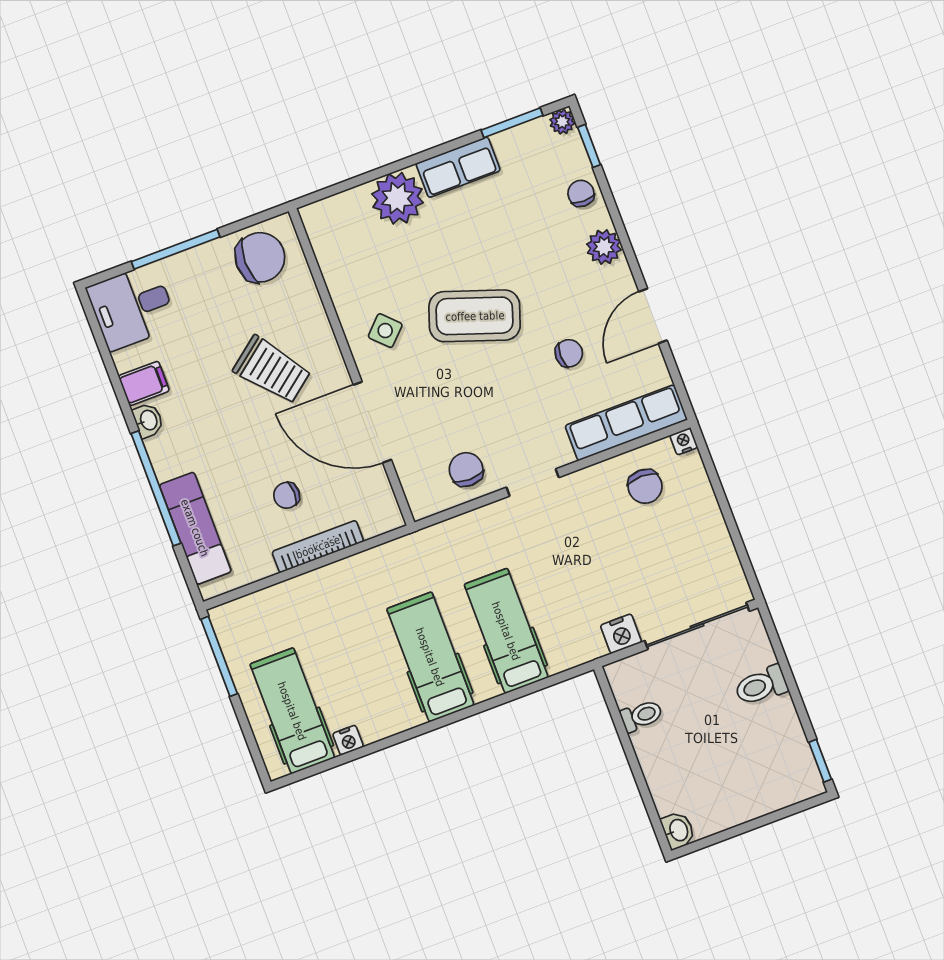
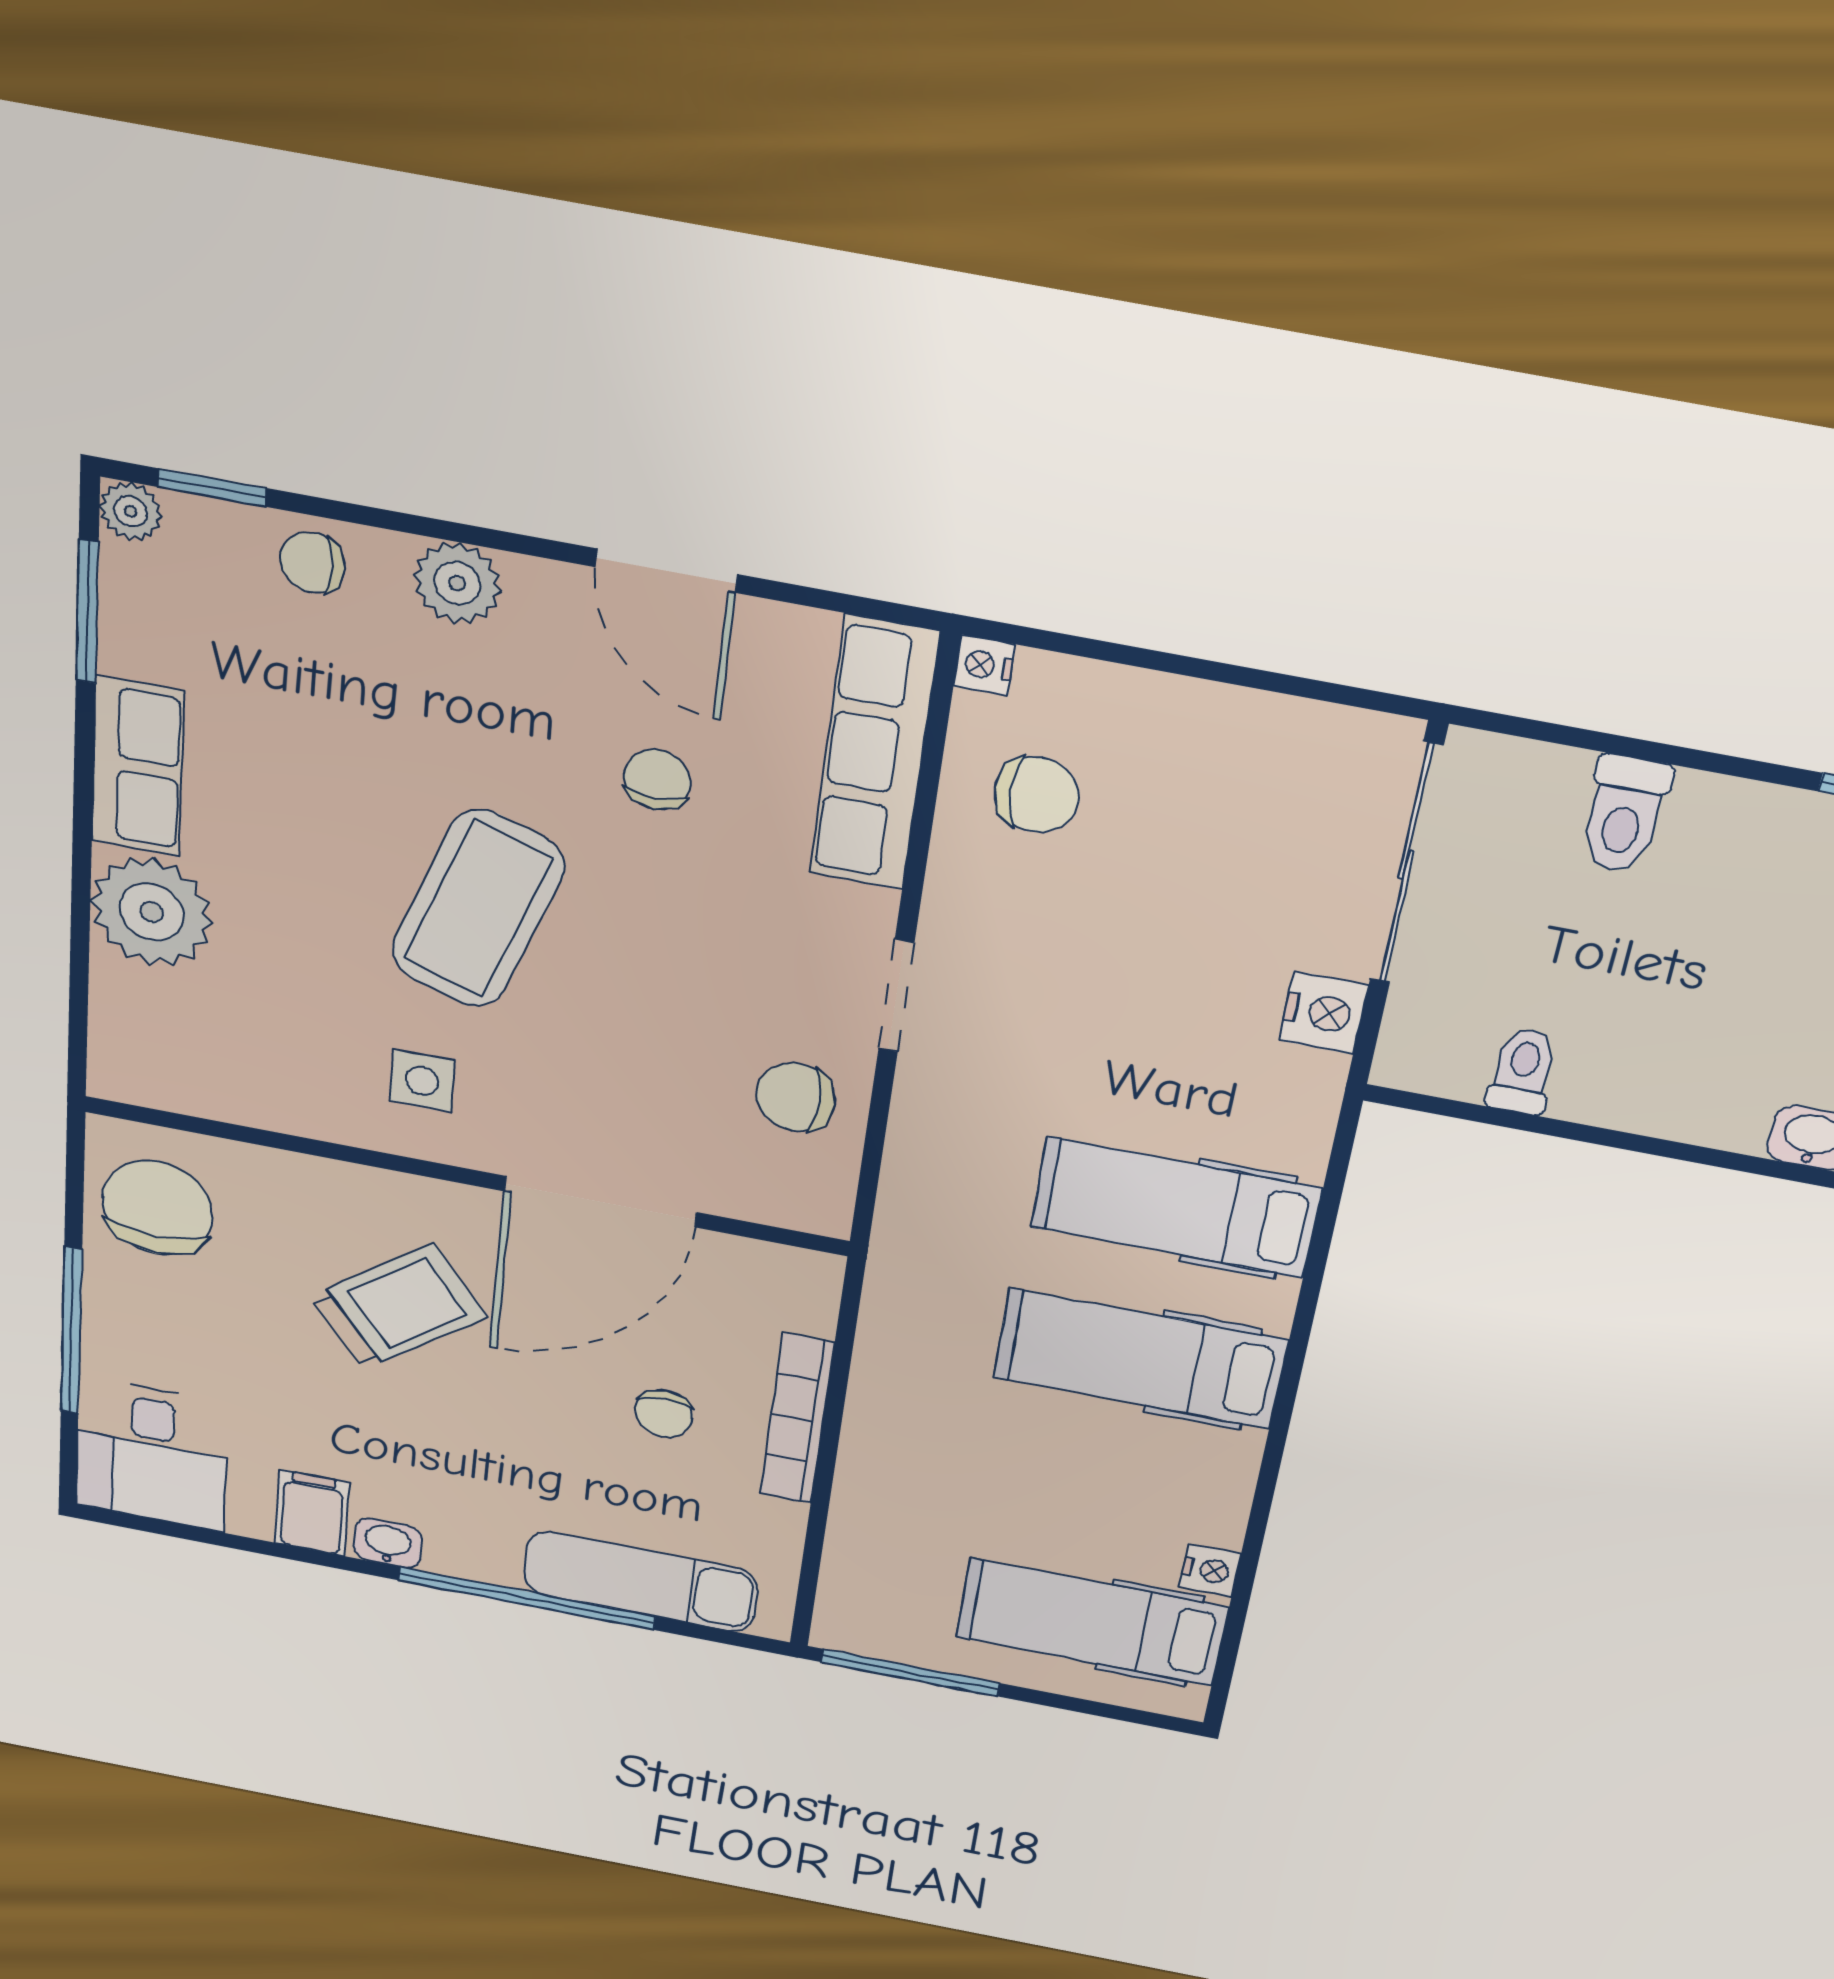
side table: (385, 331) -> (422, 1081), turned 45

